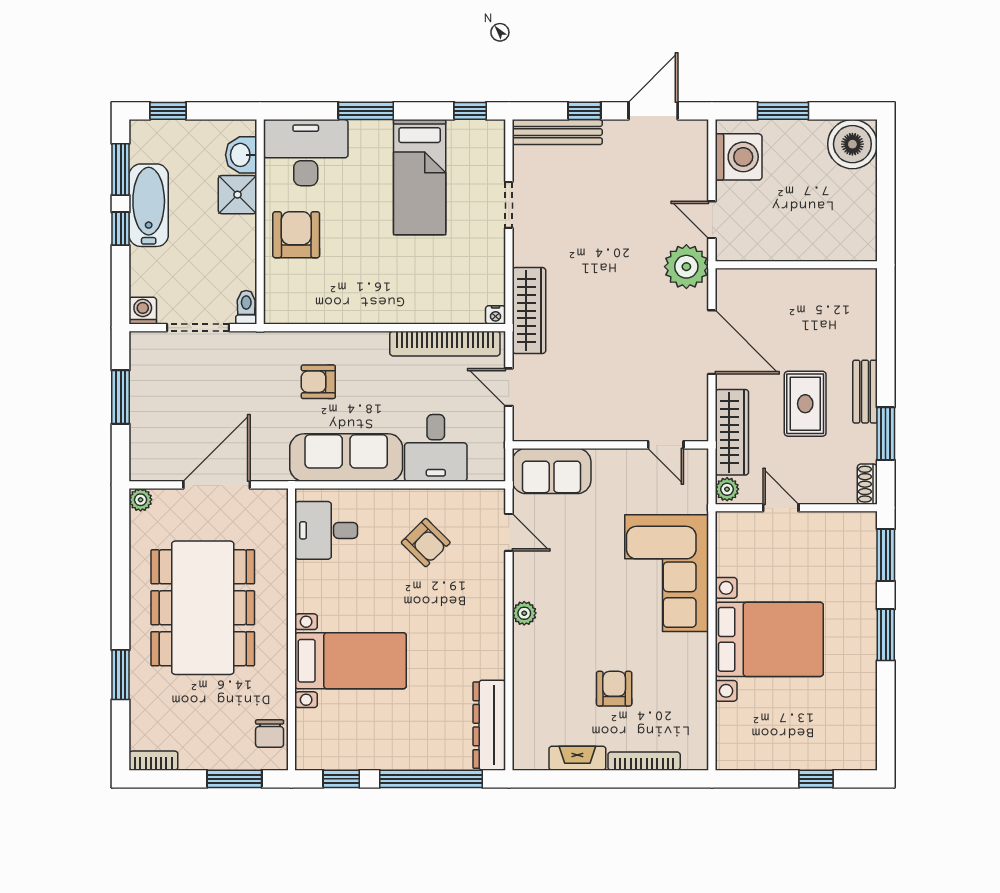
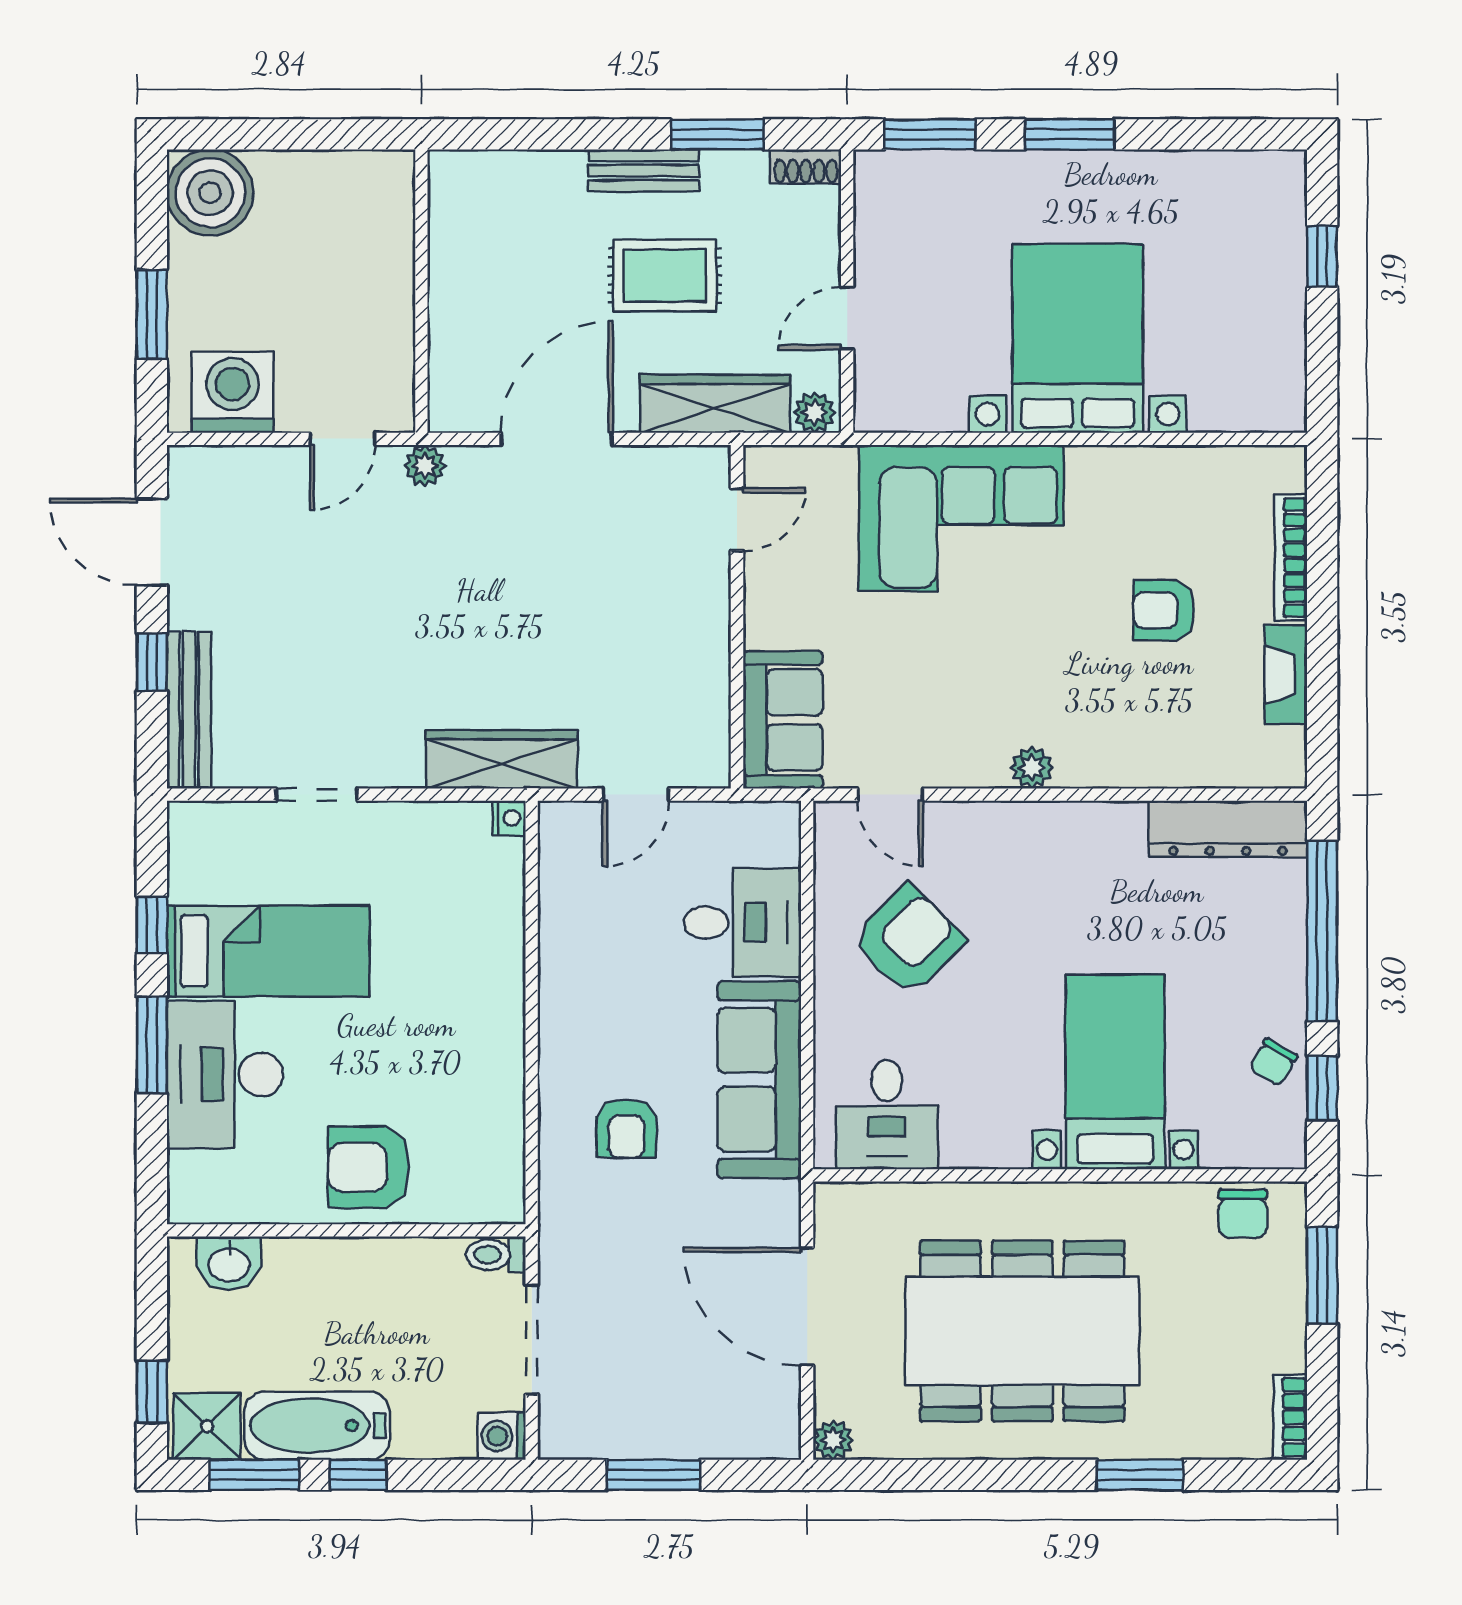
window: (470, 111) -> (152, 925), moved
desk: (306, 153) -> (225, 1074), moved
shower: (238, 195) -> (207, 1426), moved
plant: (686, 267) -> (425, 466), width x0.53, depth x0.53
bookcase: (445, 344) -> (560, 907), removed
door: (509, 532) -> (890, 795), swing flipped
armchair: (426, 543) -> (908, 940), width x1.38, depth x1.38
chair: (270, 734) -> (1243, 1214), turned 90
chair: (356, 751) -> (1273, 1062), added

